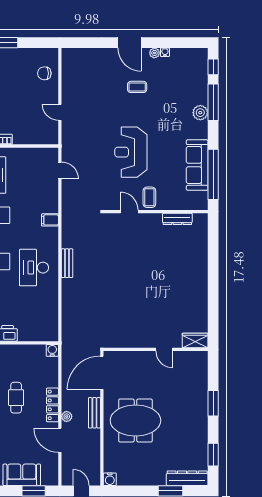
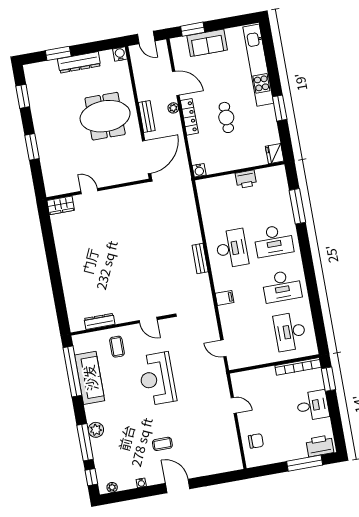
plant: (154, 53) -> (112, 487), moved
reception desk: (131, 152) -> (157, 379), turned 180
coffee table: (149, 197) -> (117, 347), moved
dresser: (187, 478) -> (79, 62), moved

